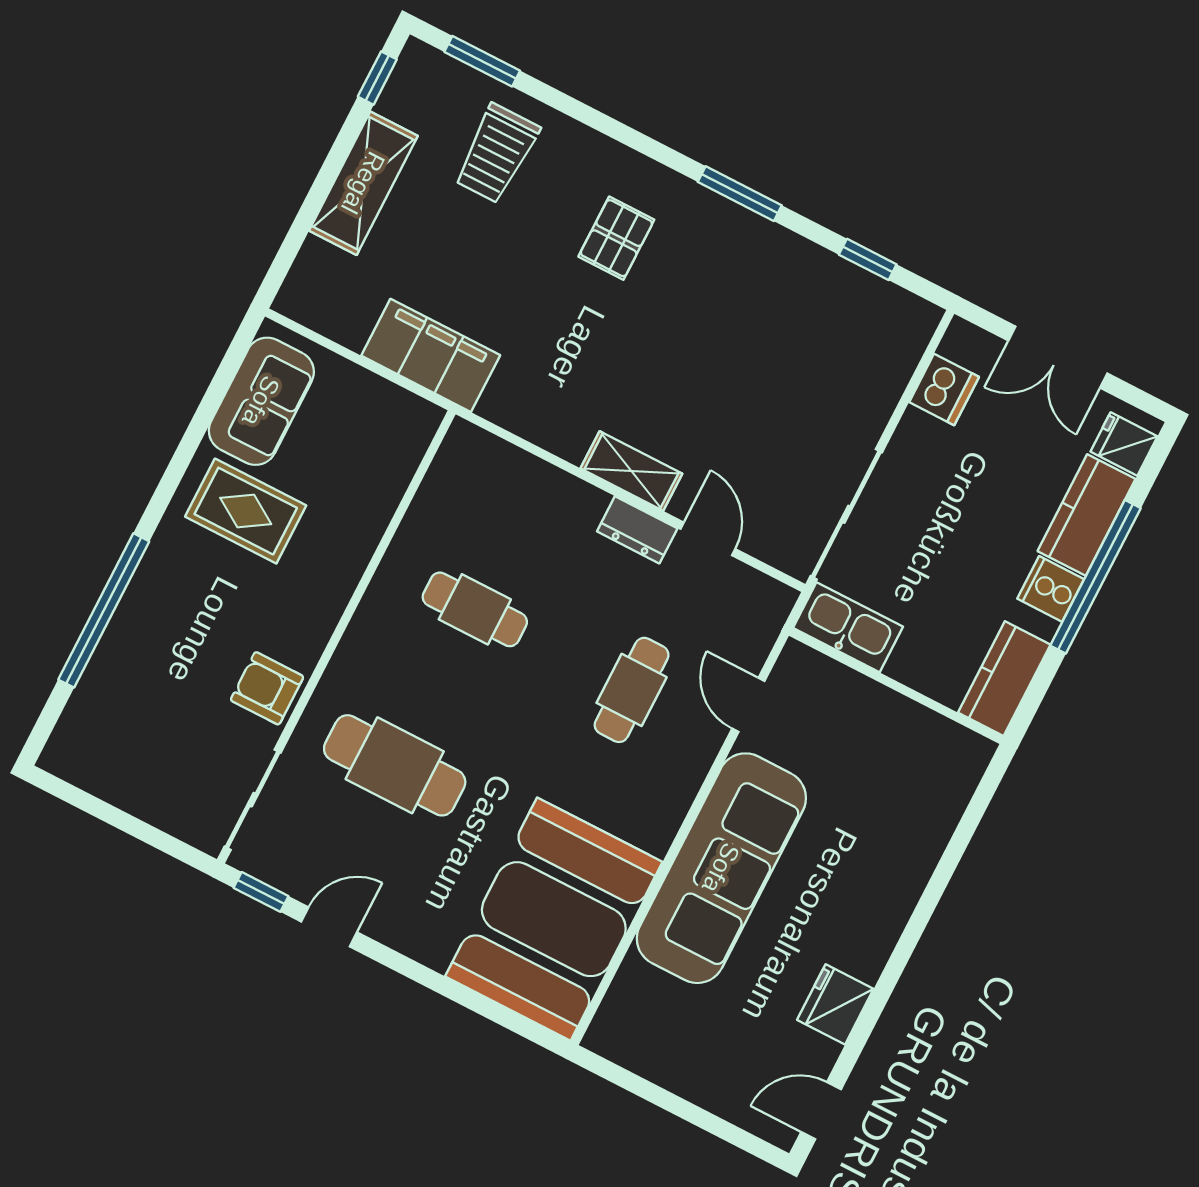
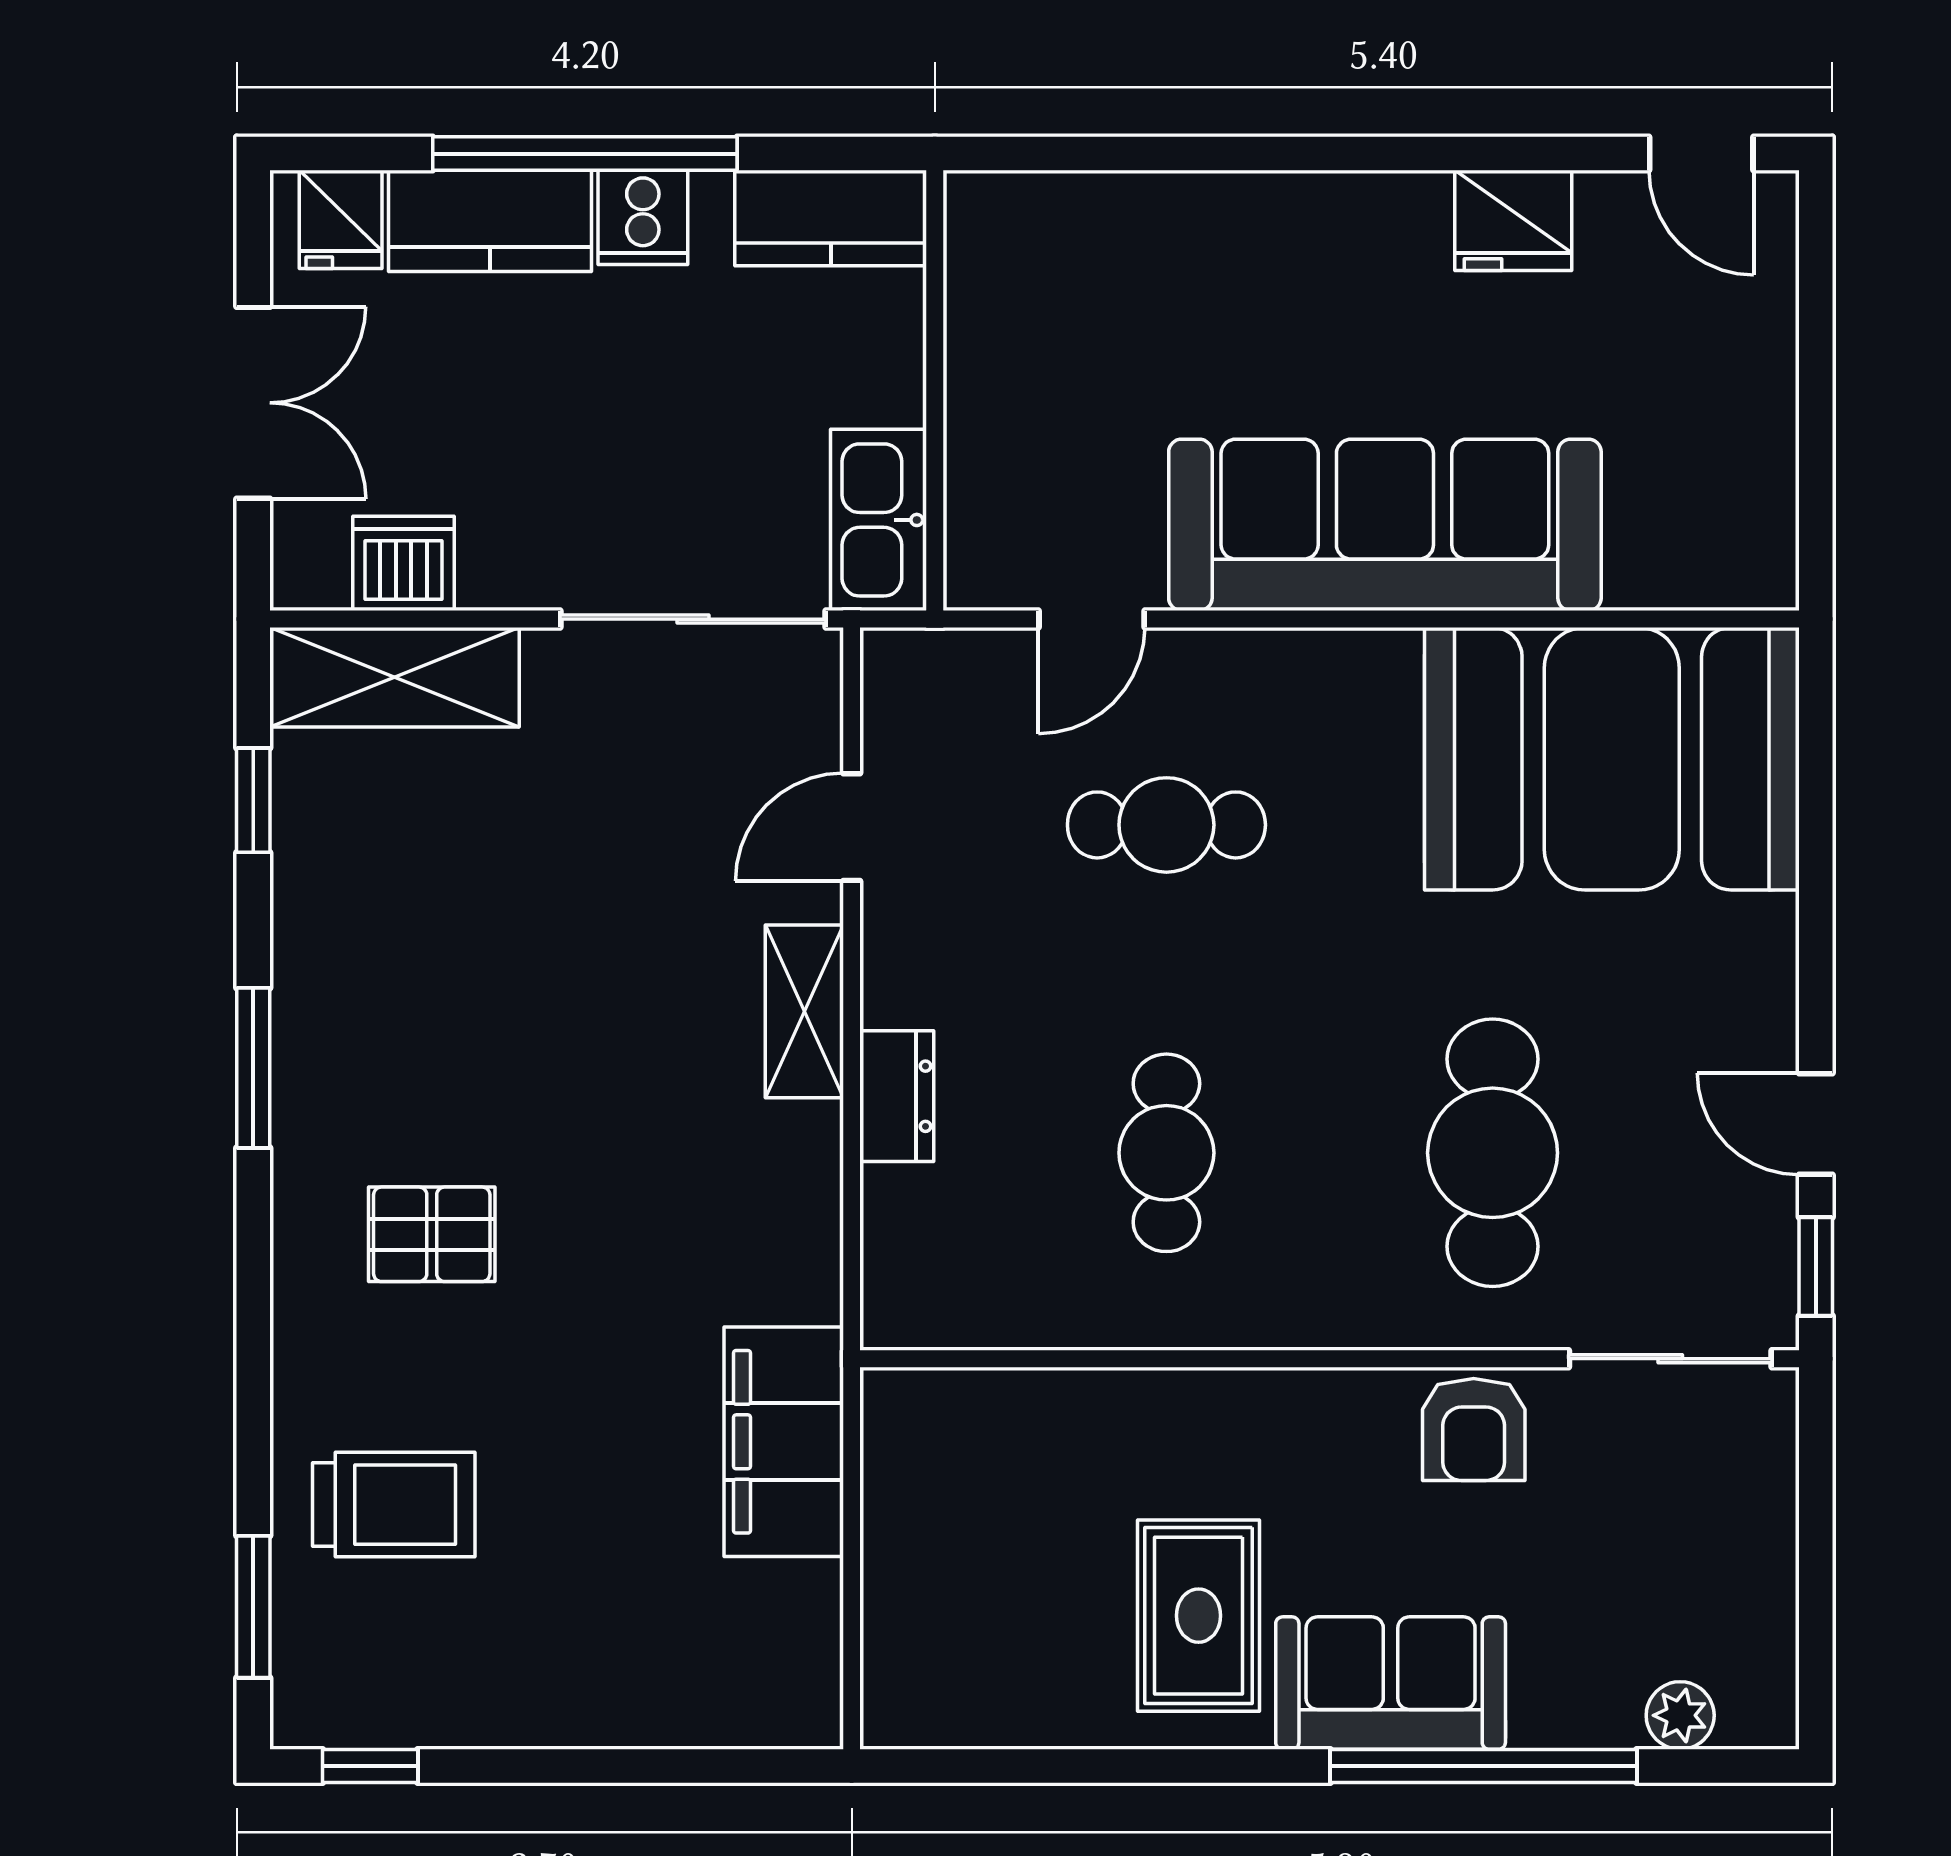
shelving: (363, 183) -> (394, 677), moved
sofa: (261, 401) -> (1391, 1683), moved
dresser: (637, 530) -> (897, 1096), moved
plant: (80, 717) -> (1680, 1715), added

